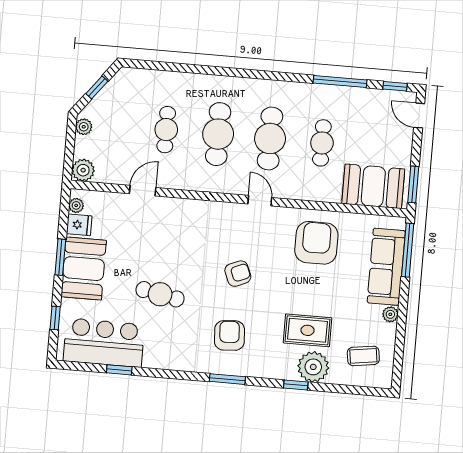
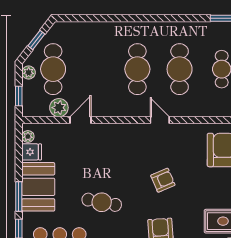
cafe table: (166, 130) -> (53, 69), moved, width x1.37, depth x1.35
window: (69, 155) -> (19, 96), added
plant: (83, 170) -> (59, 108), moved
door: (260, 201) -> (160, 120), moved
window: (60, 257) -> (19, 197), moved

